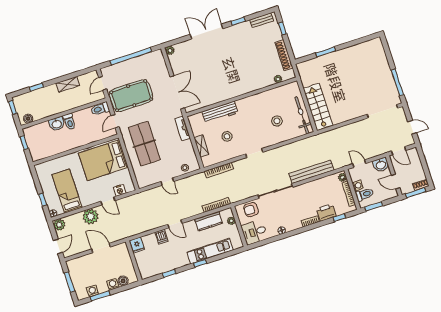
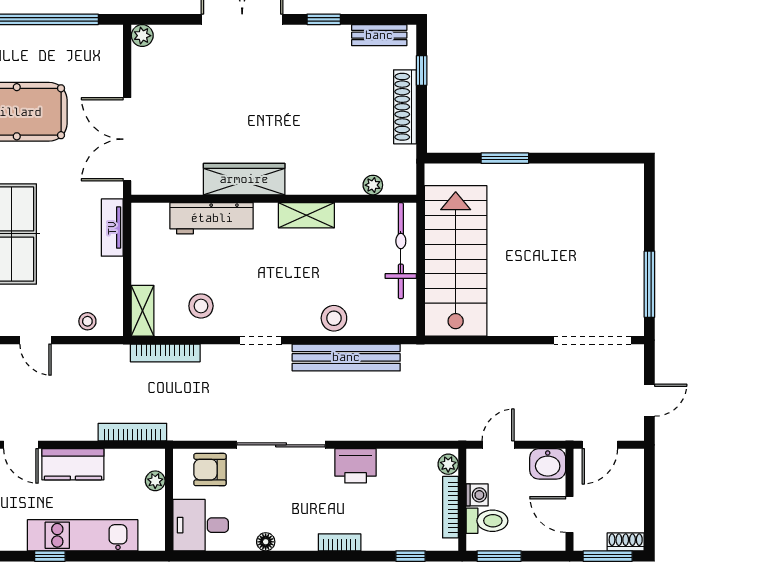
shoe rack: (284, 55) -> (405, 107), moved
double door: (177, 92) -> (127, 139), swing flipped
wardrobe: (228, 93) -> (244, 179), added
shelving: (256, 99) -> (306, 215), added
stairs: (318, 107) -> (456, 261), width x1.36, depth x1.51
bicycle: (302, 115) -> (401, 251), moved
stool: (277, 121) -> (334, 318), moved
door: (412, 127) -> (649, 400), hinge flipped
stool: (227, 136) -> (201, 306), moved
shelving: (201, 146) -> (142, 311), moved
door: (399, 151) -> (600, 445), hinge flipped
door: (359, 164) -> (498, 445), hinge flipped
bench: (311, 172) -> (346, 357), moved
printer: (326, 212) -> (356, 466), moved, turned 180
kitchen counter: (209, 221) -> (73, 464), moved

